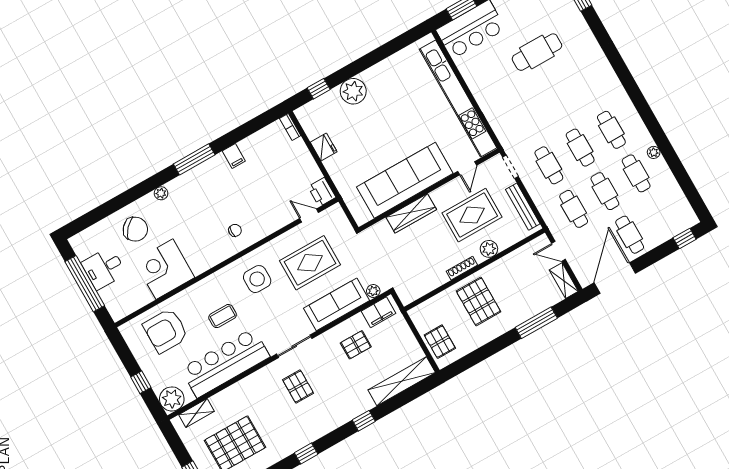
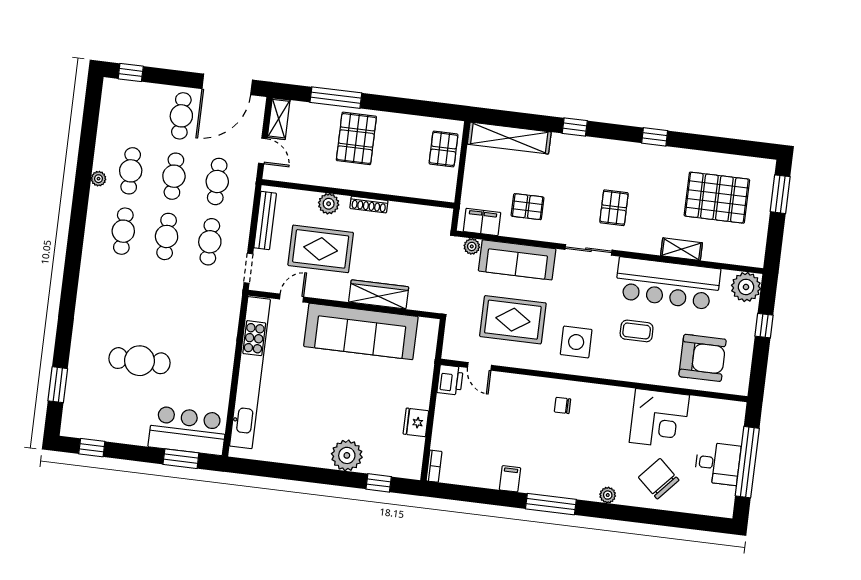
pallet: (478, 301) -> (356, 138), moved
shelving: (196, 413) -> (681, 249), moved

